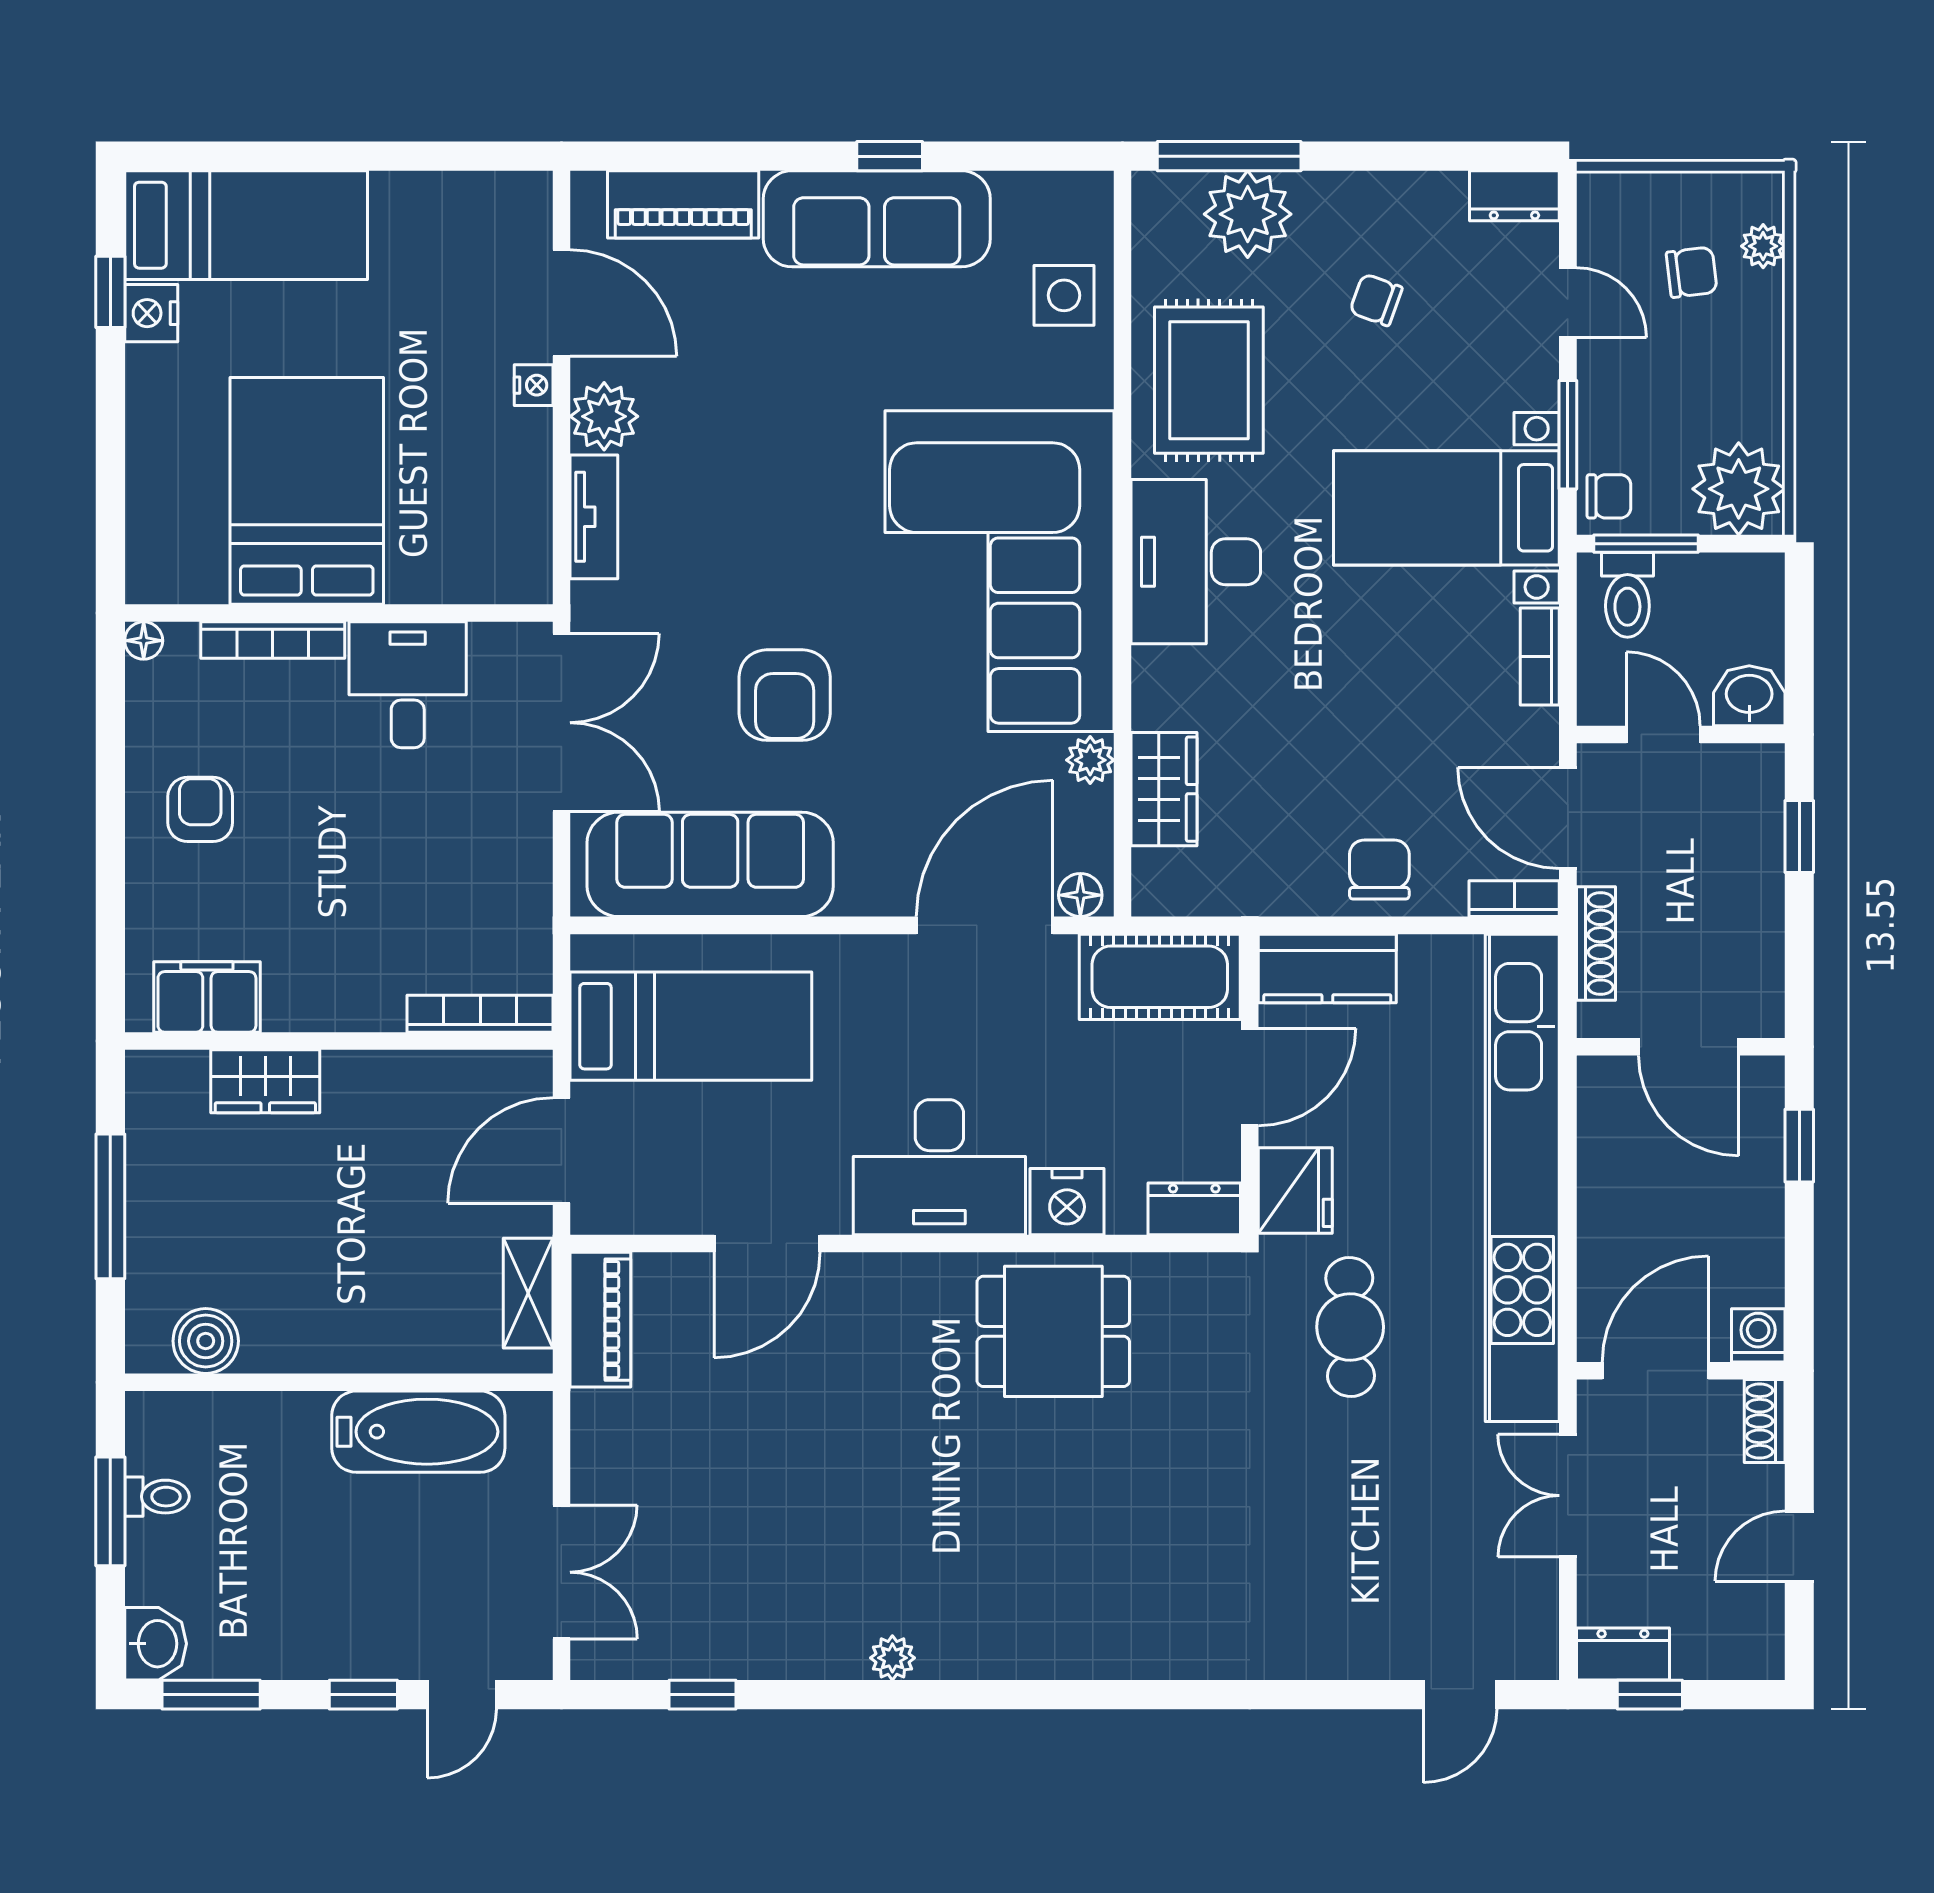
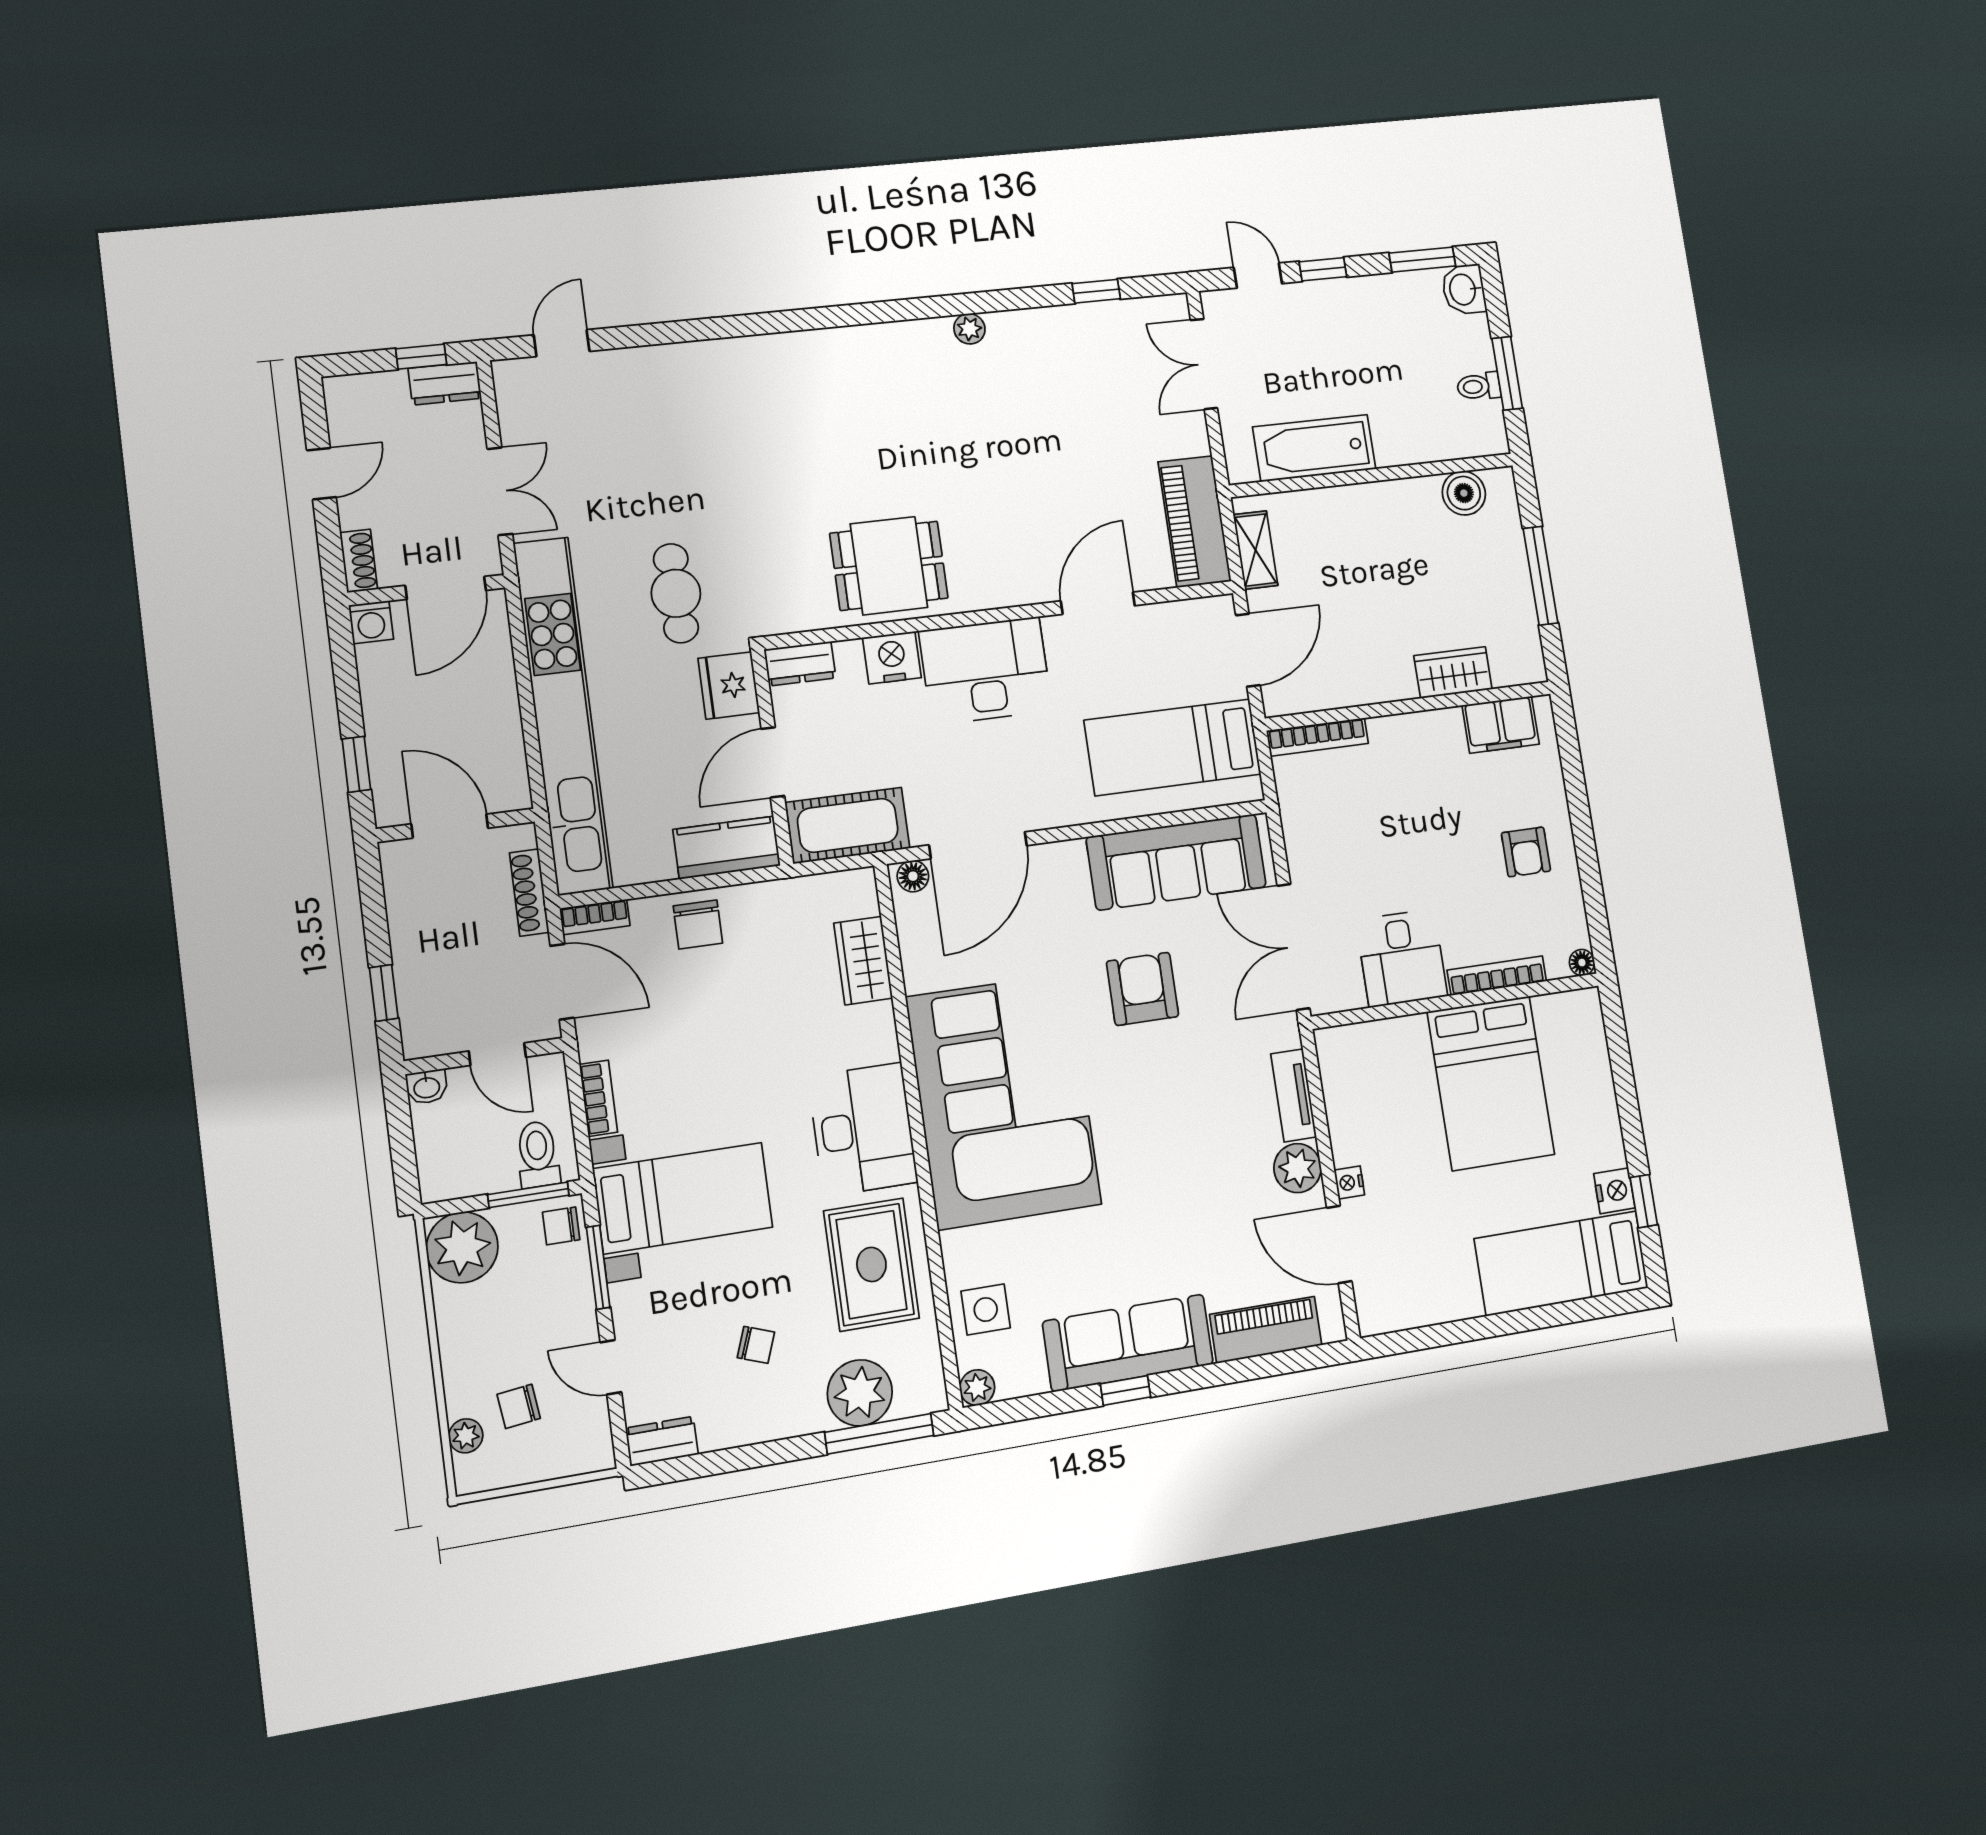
washbasin: (1749, 696) -> (427, 1087), width x0.72, depth x0.69
plant: (1090, 760) -> (977, 1388), moved
piano: (600, 1320) -> (1195, 522), width x1.37, depth x1.33
door: (462, 1695) -> (1258, 276), hinge flipped

